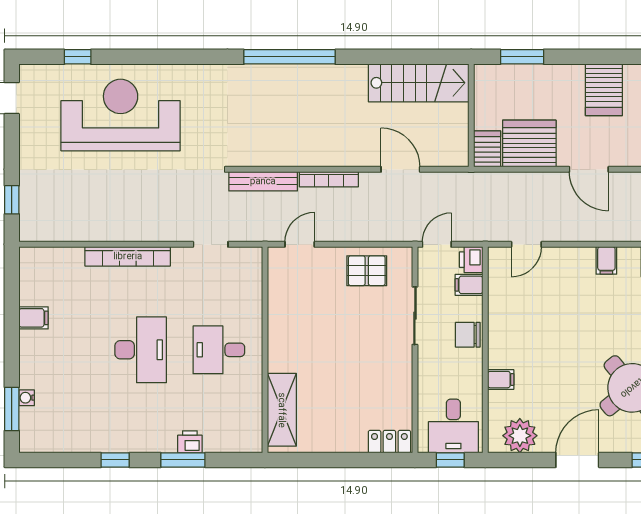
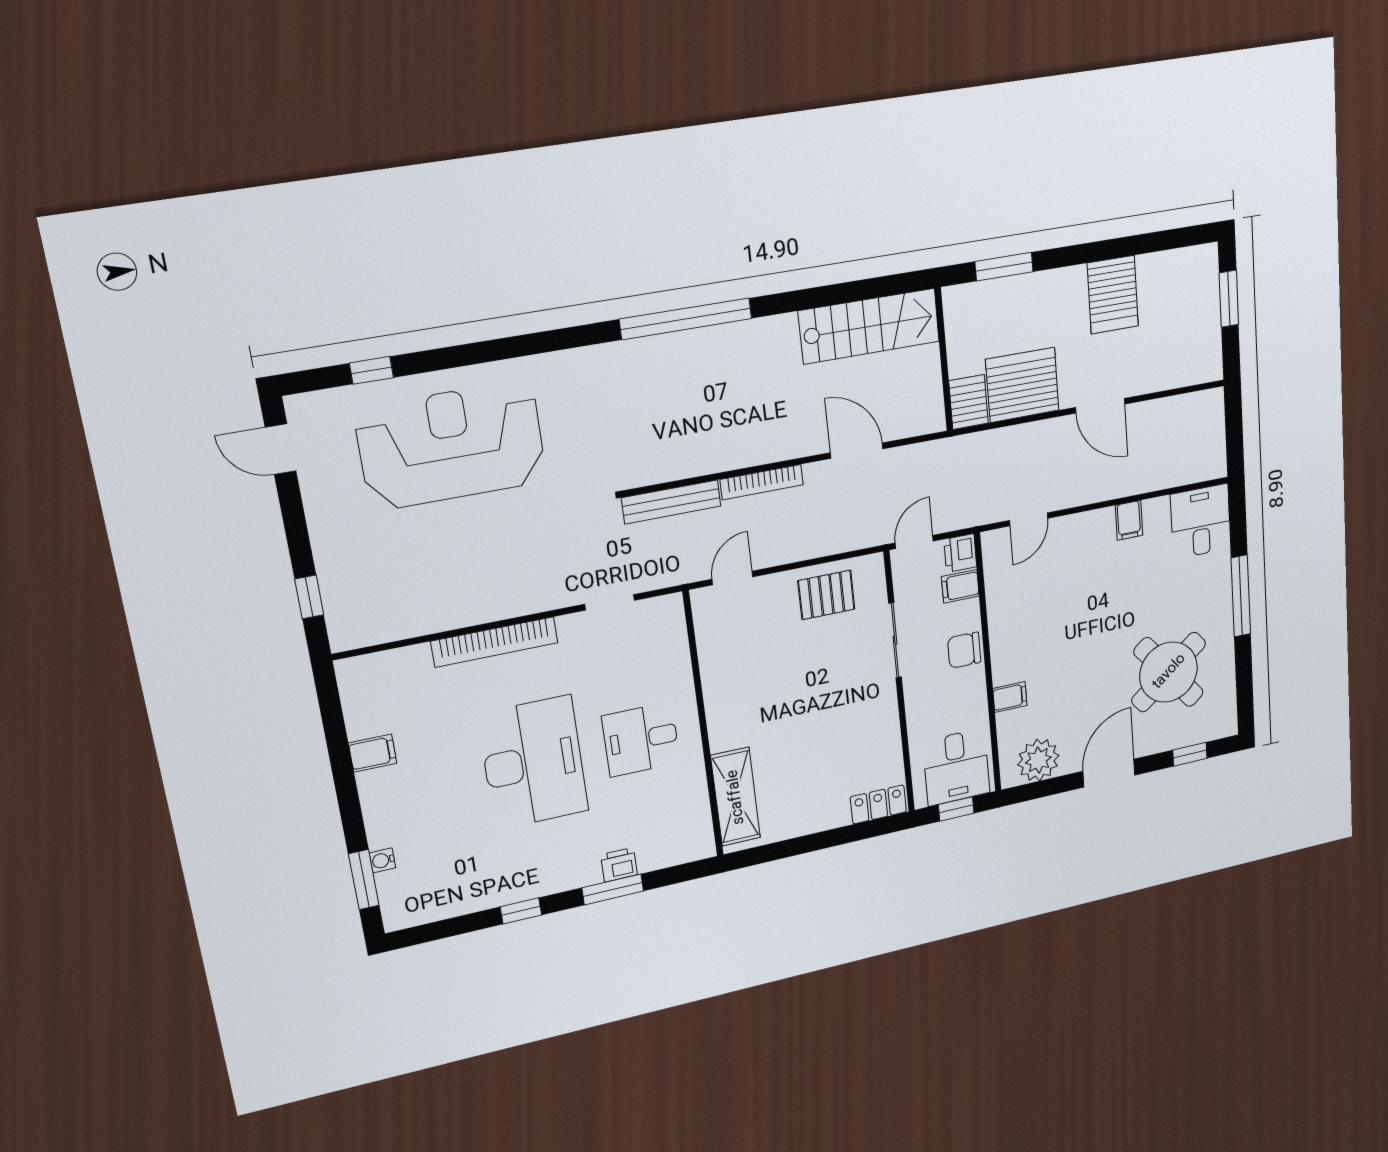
desk: (141, 350) -> (533, 763), width x1.36, depth x1.30

